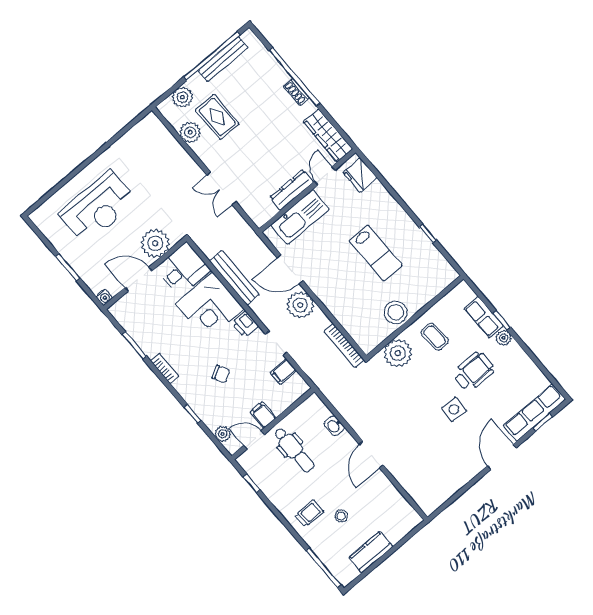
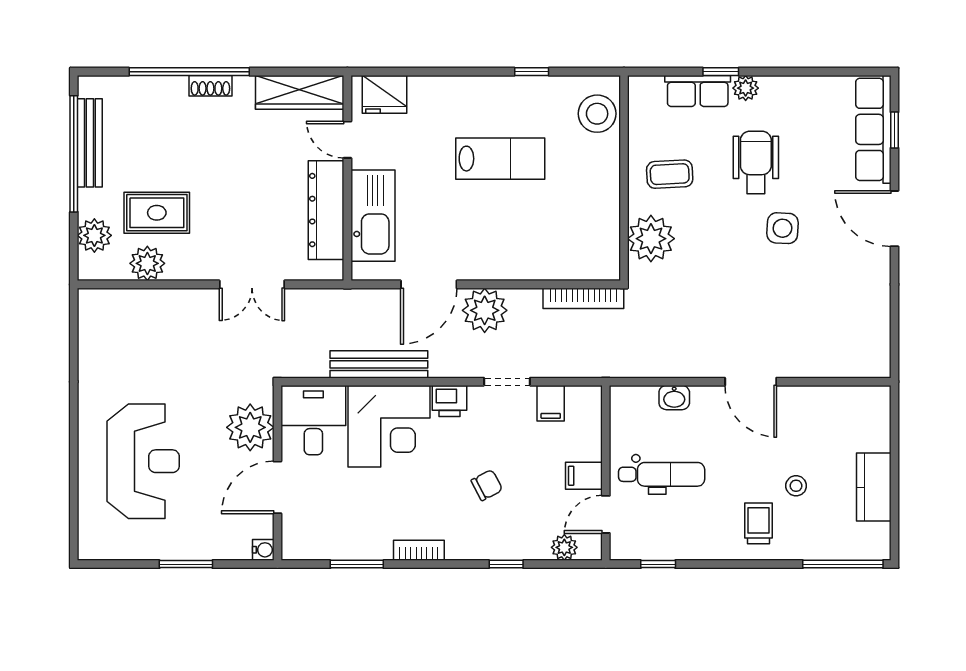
dresser: (292, 190) -> (326, 210), width x1.37, depth x1.24
stool: (396, 312) -> (597, 114), moved

